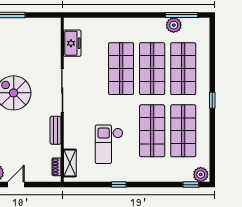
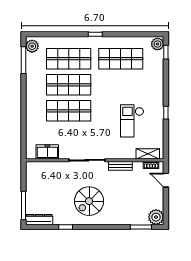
plant: (174, 25) -> (32, 46), moved
shop shelf: (152, 131) -> (121, 85), removed
checkout: (109, 144) -> (132, 121), turned 90
door: (16, 185) -> (166, 180), moved

